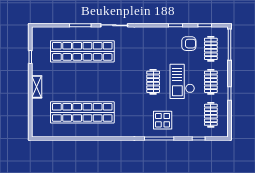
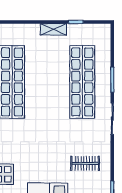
clothes rail: (153, 82) -> (85, 163), moved
shelving: (37, 87) -> (53, 29), moved

